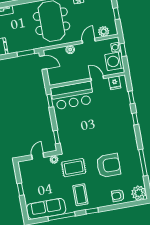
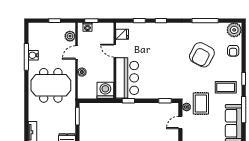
door: (89, 41) -> (76, 52), hinge flipped
washing machine: (114, 61) -> (105, 90), moved, turned 180
door: (43, 62) -> (90, 101), removed
door: (97, 78) -> (115, 51), hinge flipped
door: (38, 156) -> (180, 122), hinge flipped
armchair: (108, 165) -> (202, 55), turned -152
rug: (74, 168) -> (201, 103), moved

